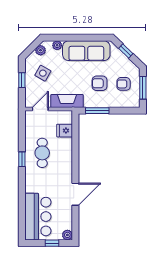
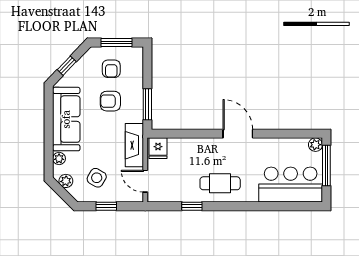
armchair: (100, 83) -> (110, 101), turned 90
fridge: (65, 131) -> (158, 148), moved
cafe table: (42, 153) -> (220, 183), moved
window: (22, 159) -> (192, 206), moved
door: (75, 194) -> (238, 134), moved
window: (52, 243) -> (326, 165), width x2.17

